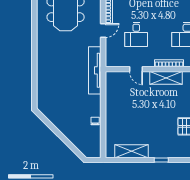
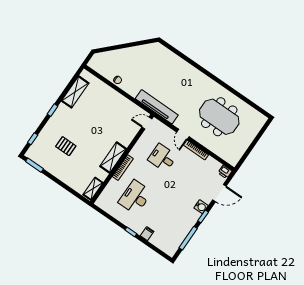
door: (136, 69) -> (147, 123), moved

